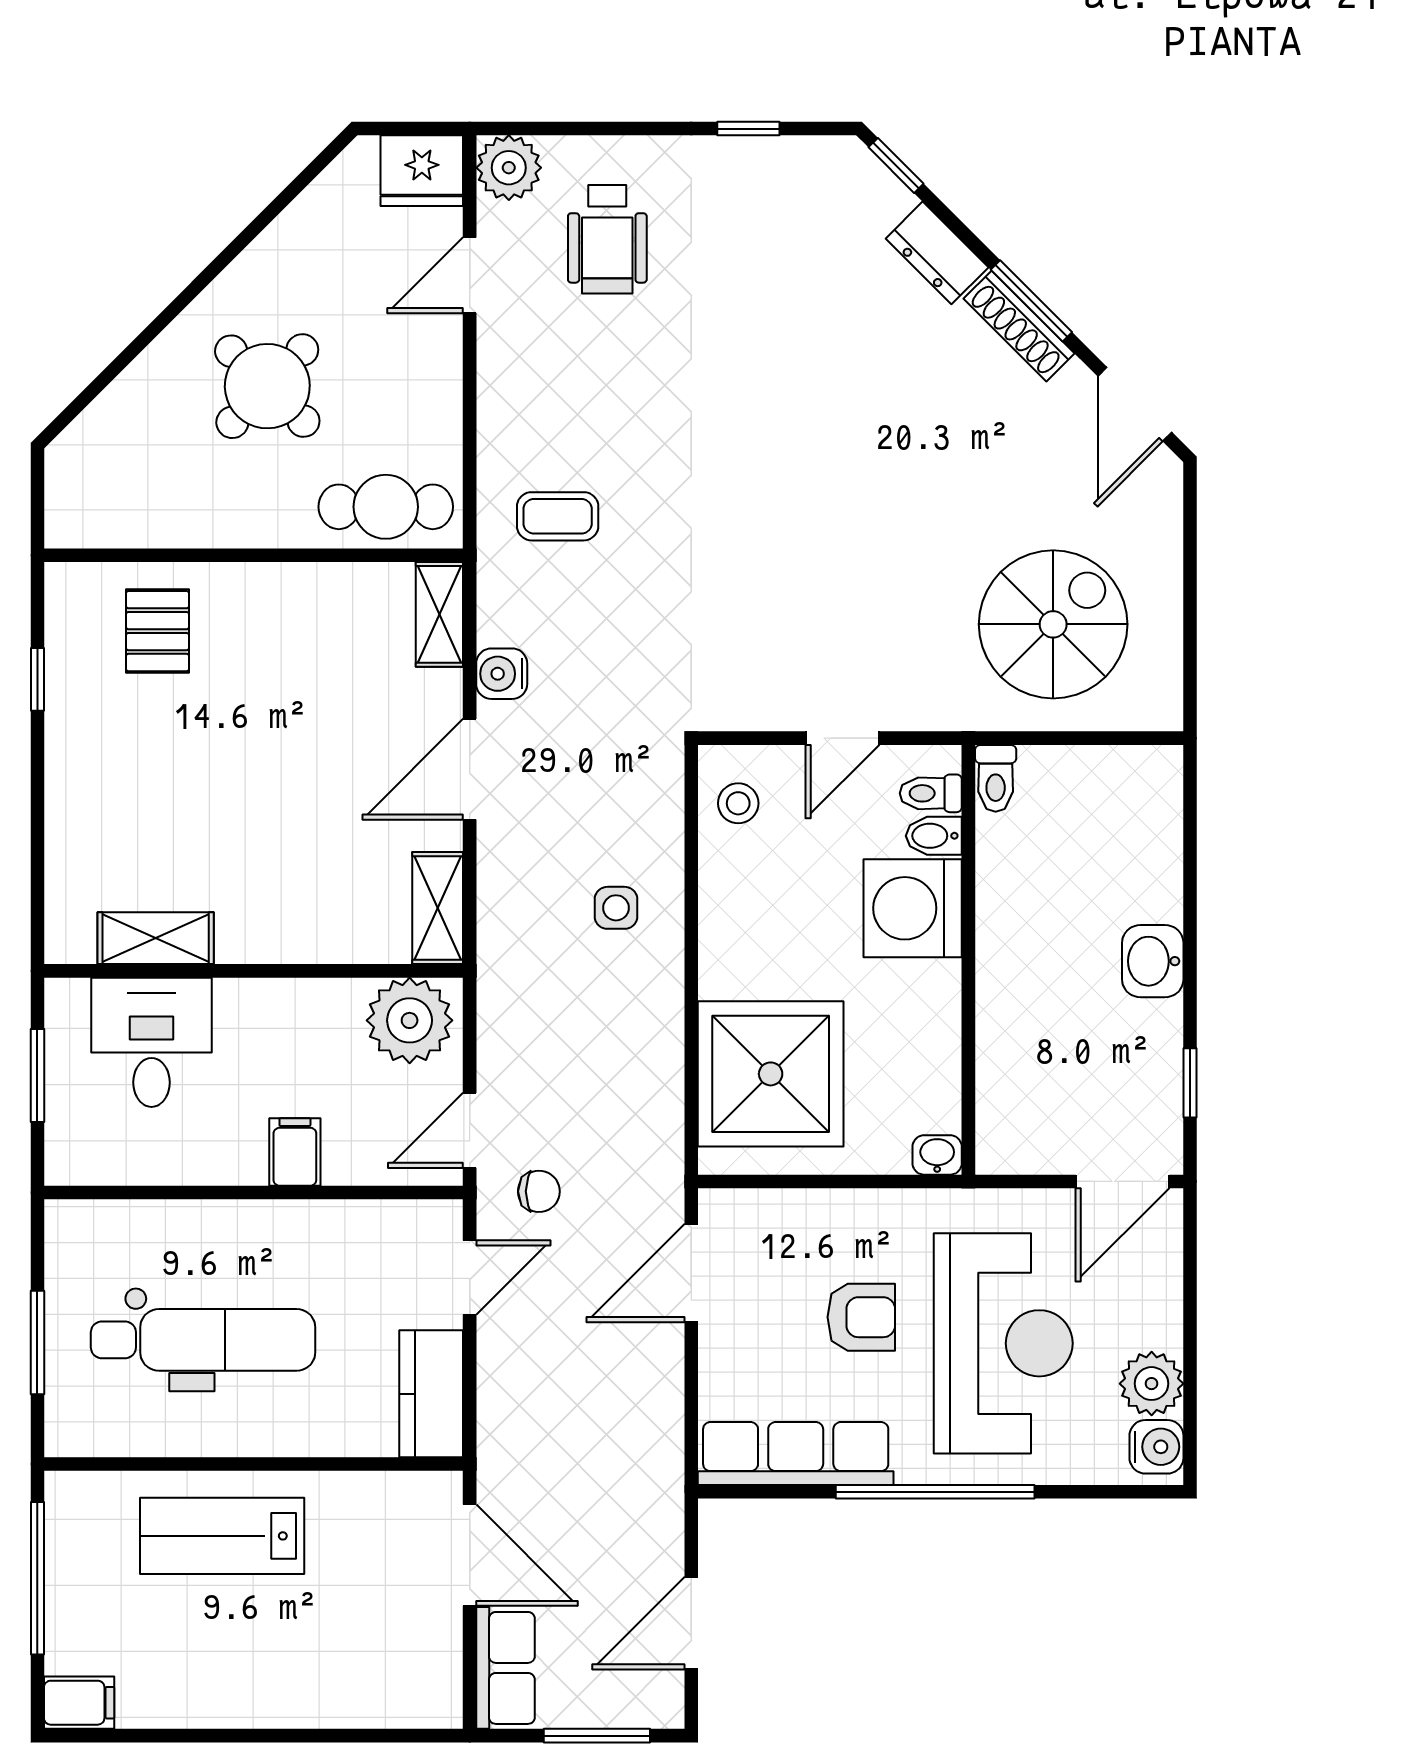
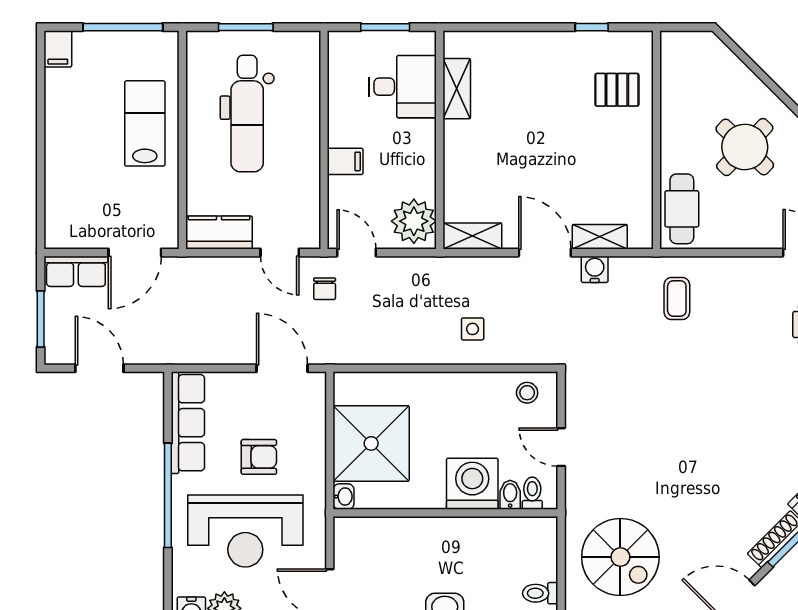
shelving: (439, 614) -> (600, 237), moved
toilet: (996, 778) -> (540, 593), moved
shower: (771, 1074) -> (371, 443), moved
armchair: (861, 1317) -> (259, 457), turned -90

